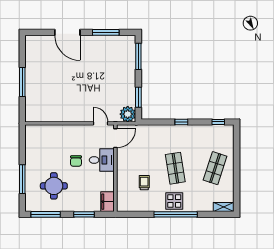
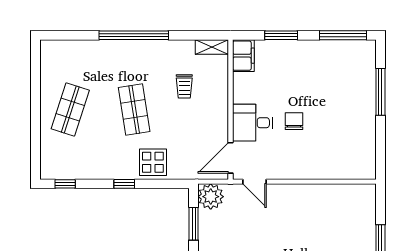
round table: (54, 186) -> (330, 81), removed
display table: (174, 201) -> (153, 162), moved
shelving: (224, 207) -> (212, 47), moved

